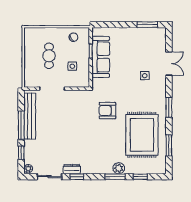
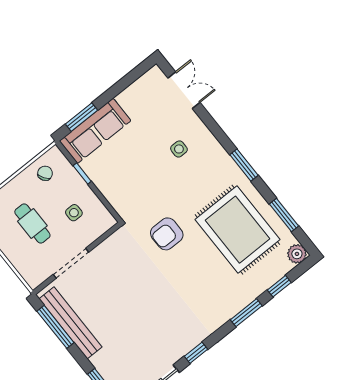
window: (147, 25) -> (81, 117), moved
sofa: (101, 57) -> (95, 131), moved, turned 90
double door: (169, 64) -> (184, 90), moved
window: (21, 125) -> (55, 327), moved
plant: (119, 168) -> (297, 254), moved
dresser: (72, 169) -> (181, 348), removed

